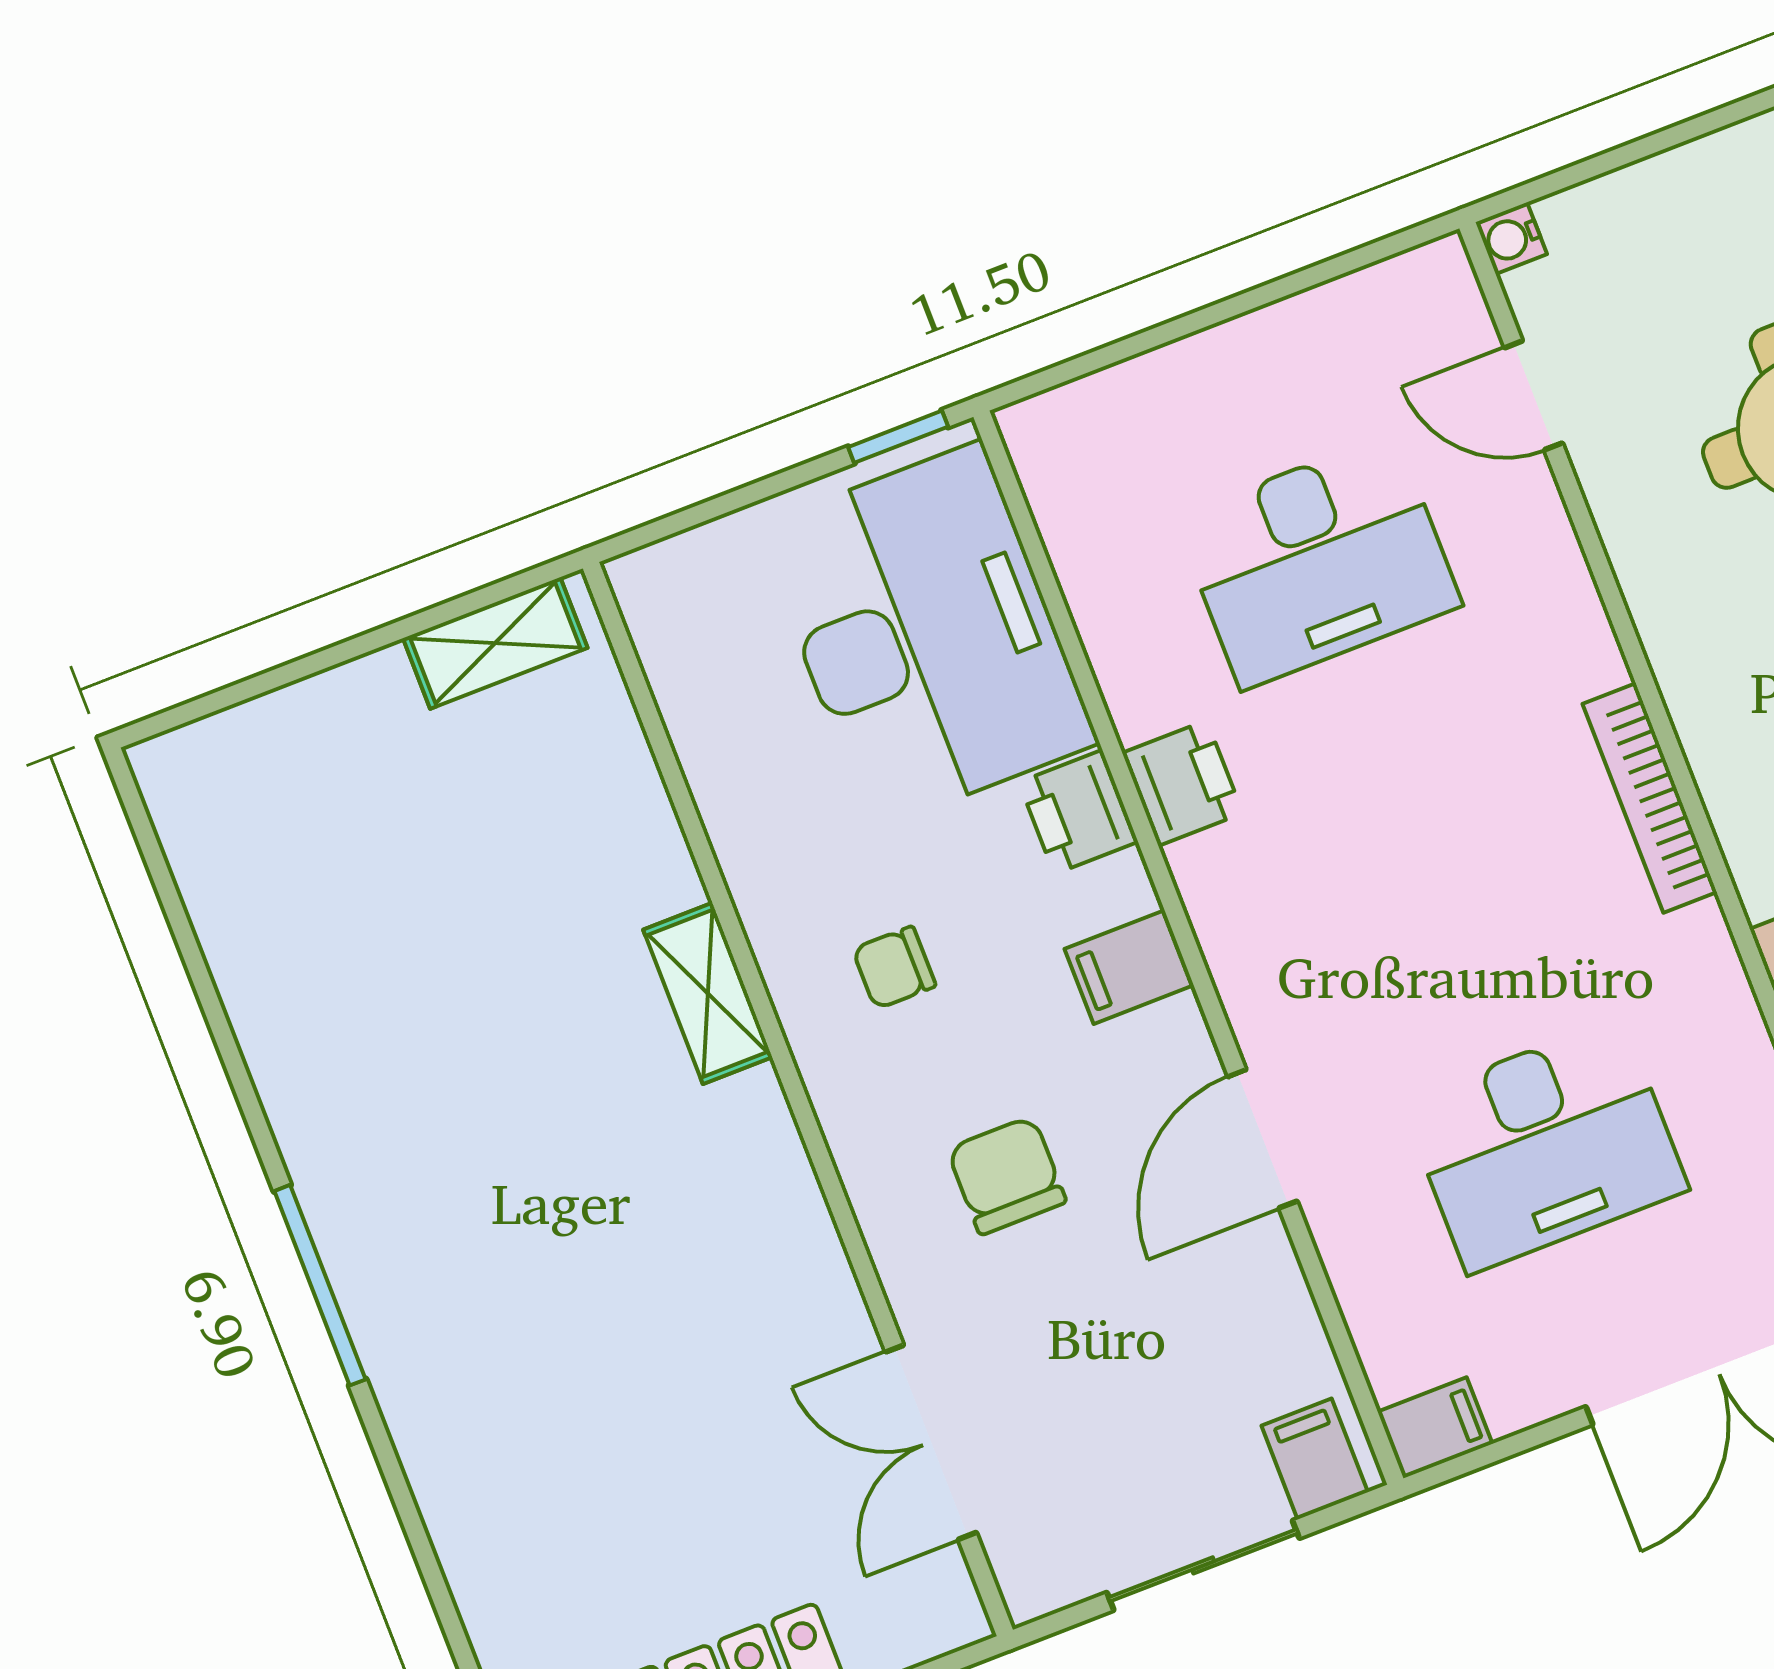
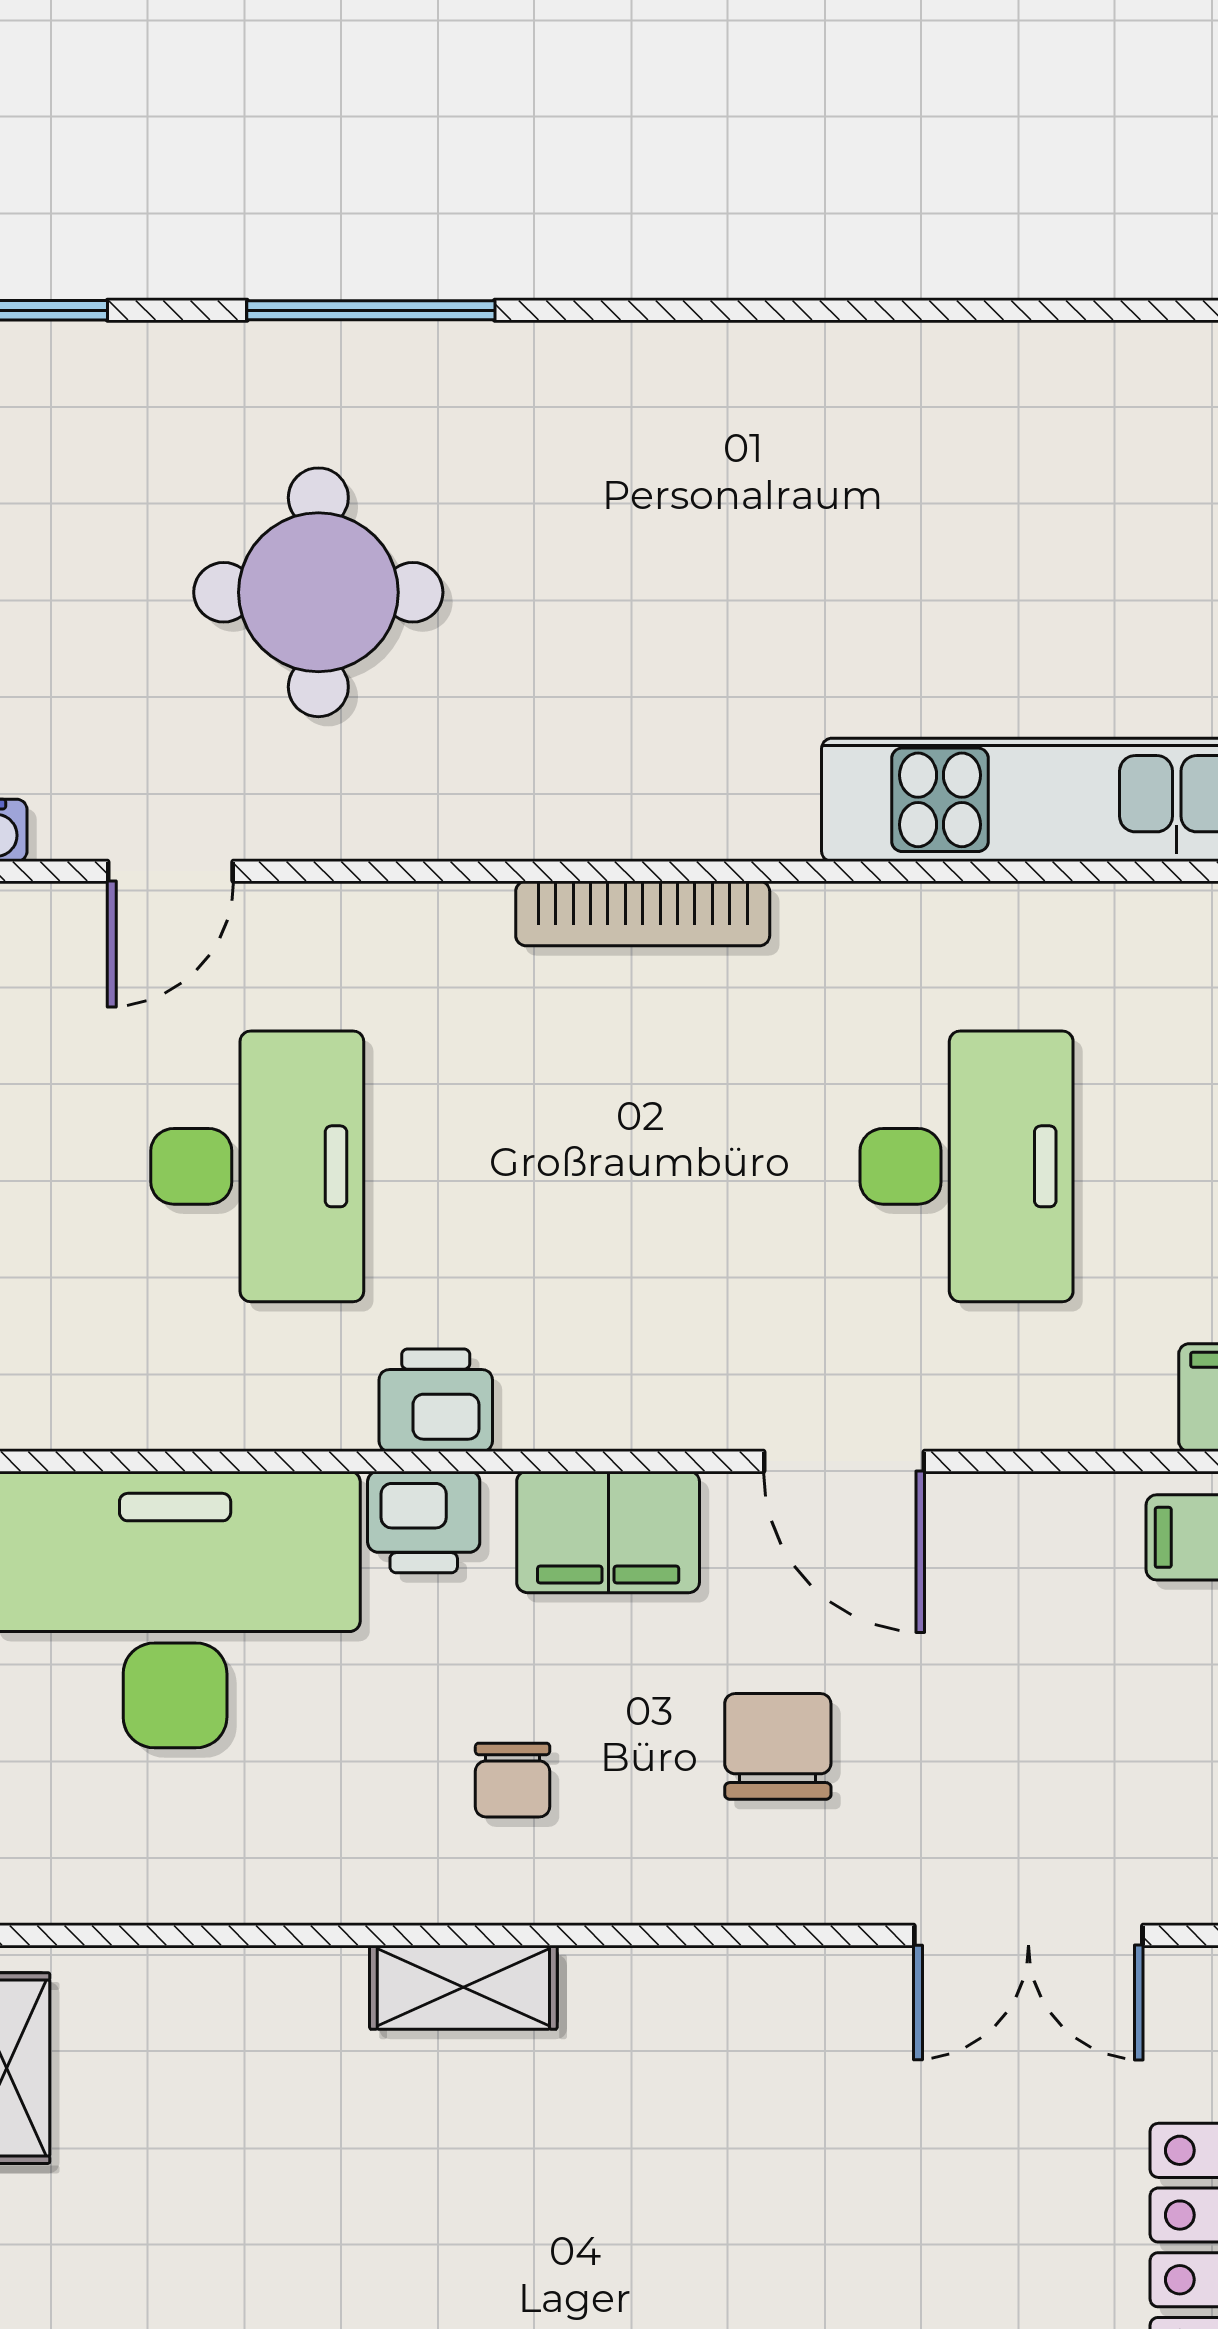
filing cabinet: (1129, 967) -> (608, 1532), width x2.00
chair: (1007, 1175) -> (778, 1746), turned 90

